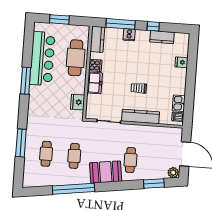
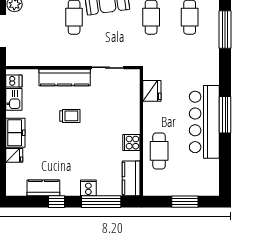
cafe table: (76, 58) -> (159, 151), width x0.73, depth x0.74
bar counter: (42, 59) -> (204, 122), moved
freezer: (95, 83) -> (15, 133), moved, turned 180

